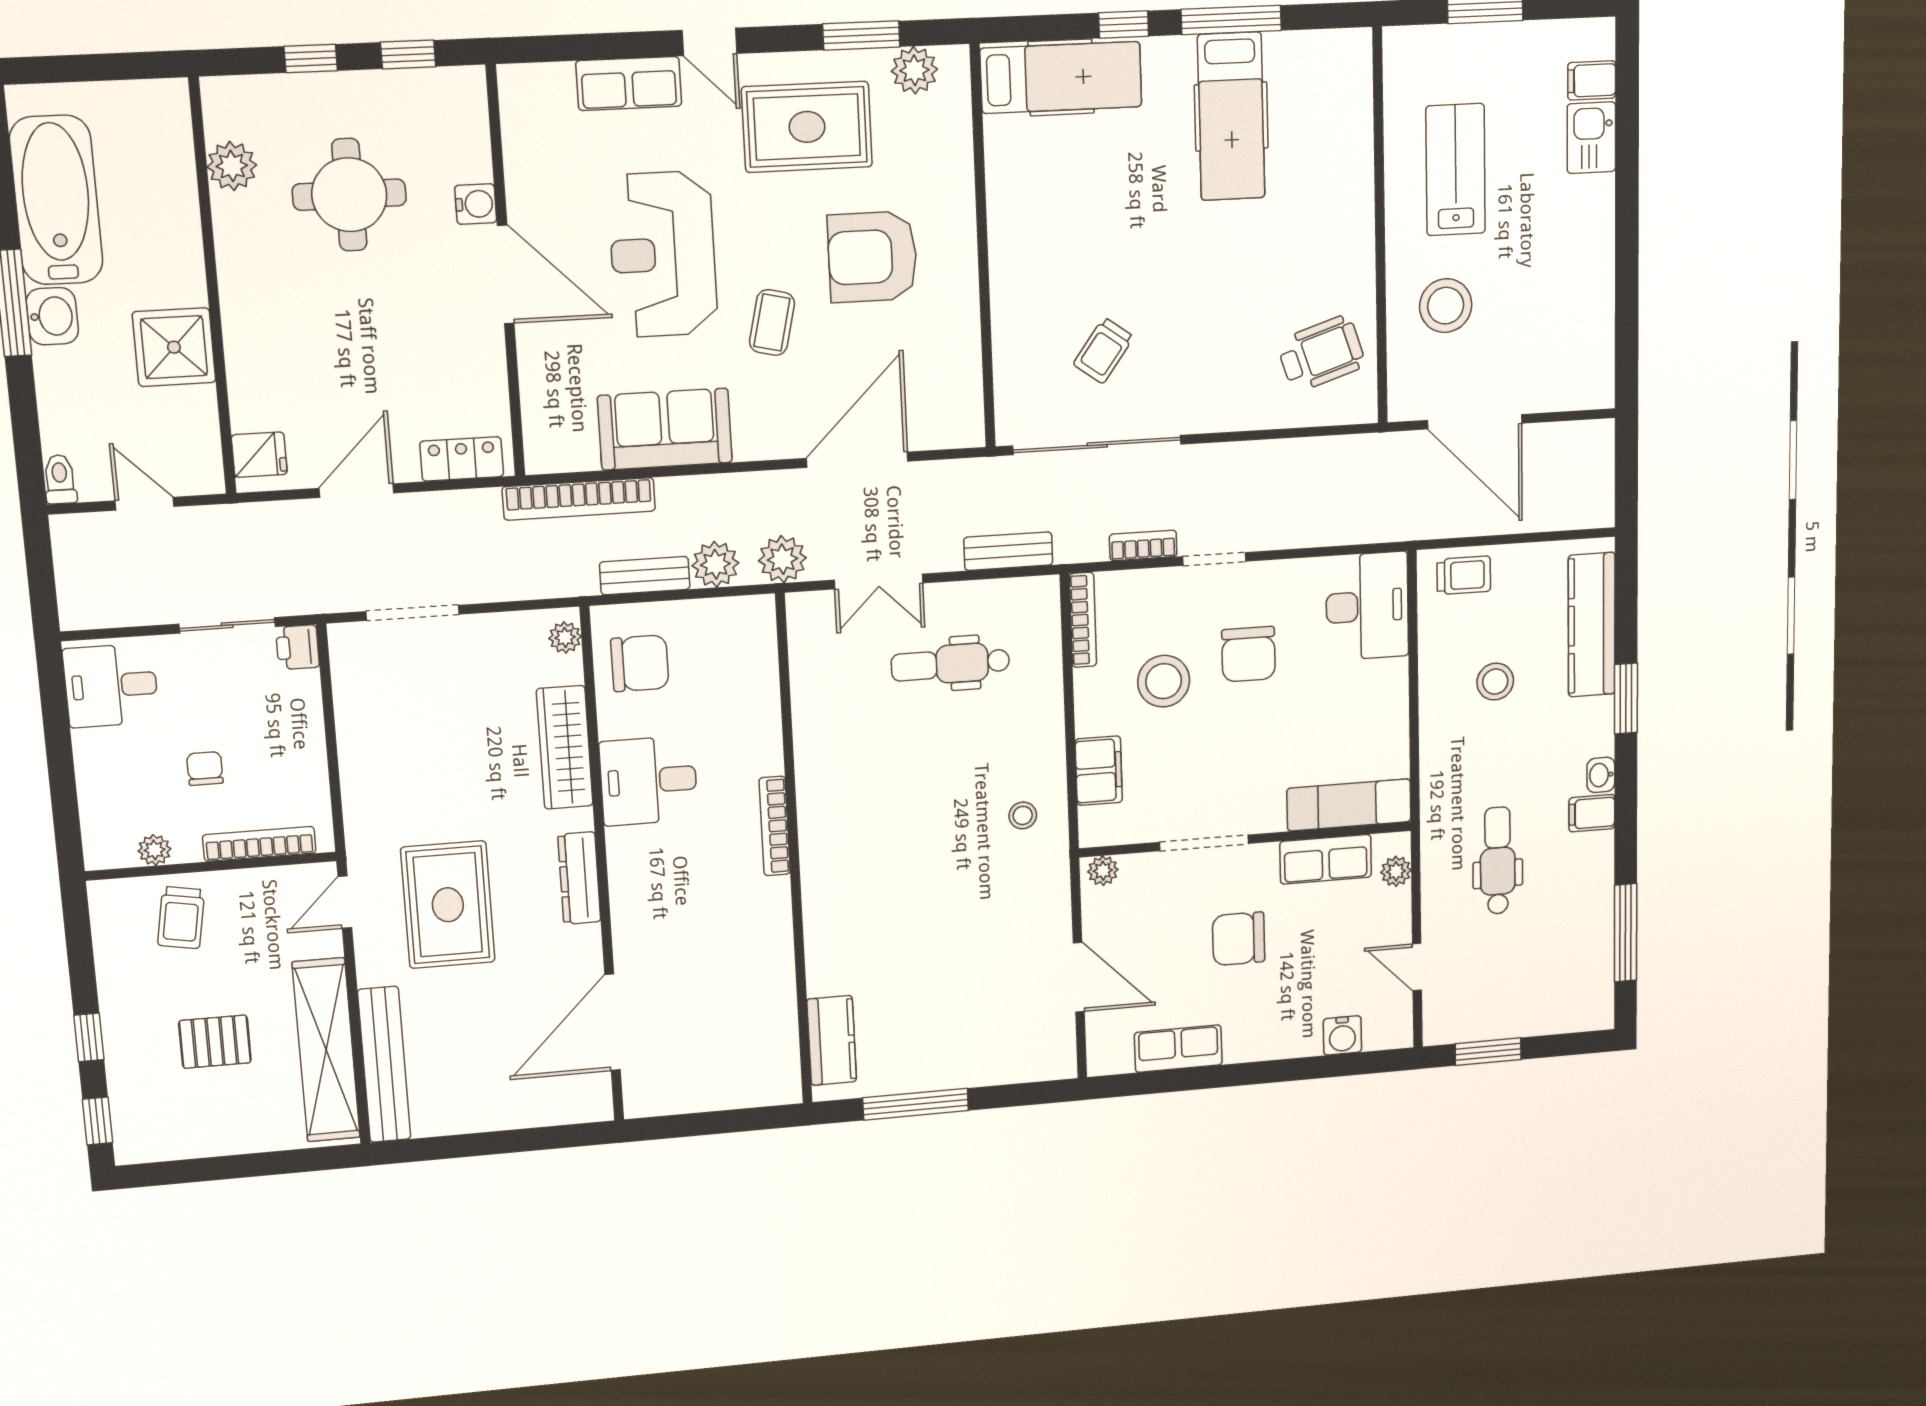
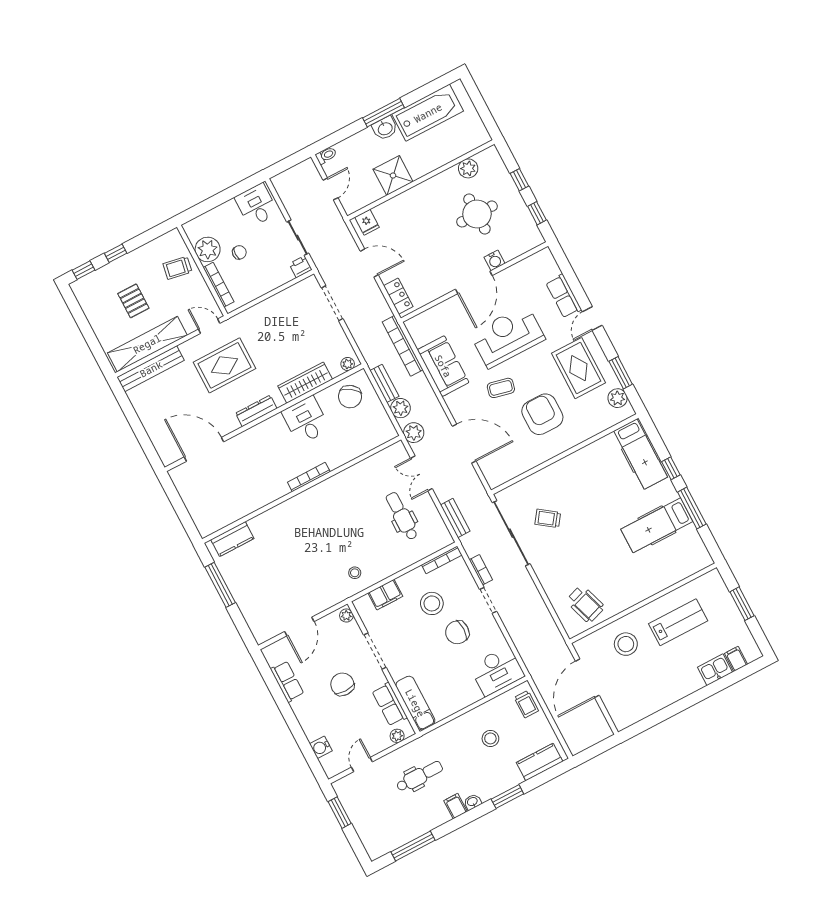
kitchen counter: (1592, 625) -> (539, 762), width x0.67
chair: (640, 663) -> (350, 397), turned 35
plant: (154, 850) -> (208, 249), width x1.87, depth x1.87

